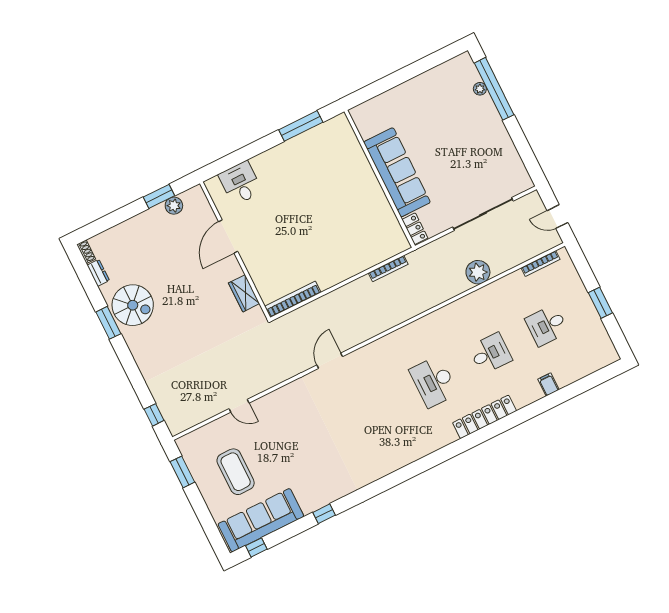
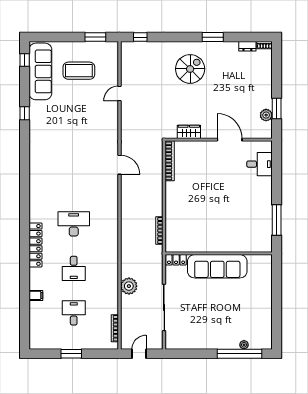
spiral stairs: (133, 305) -> (190, 69), moved, turned 180

